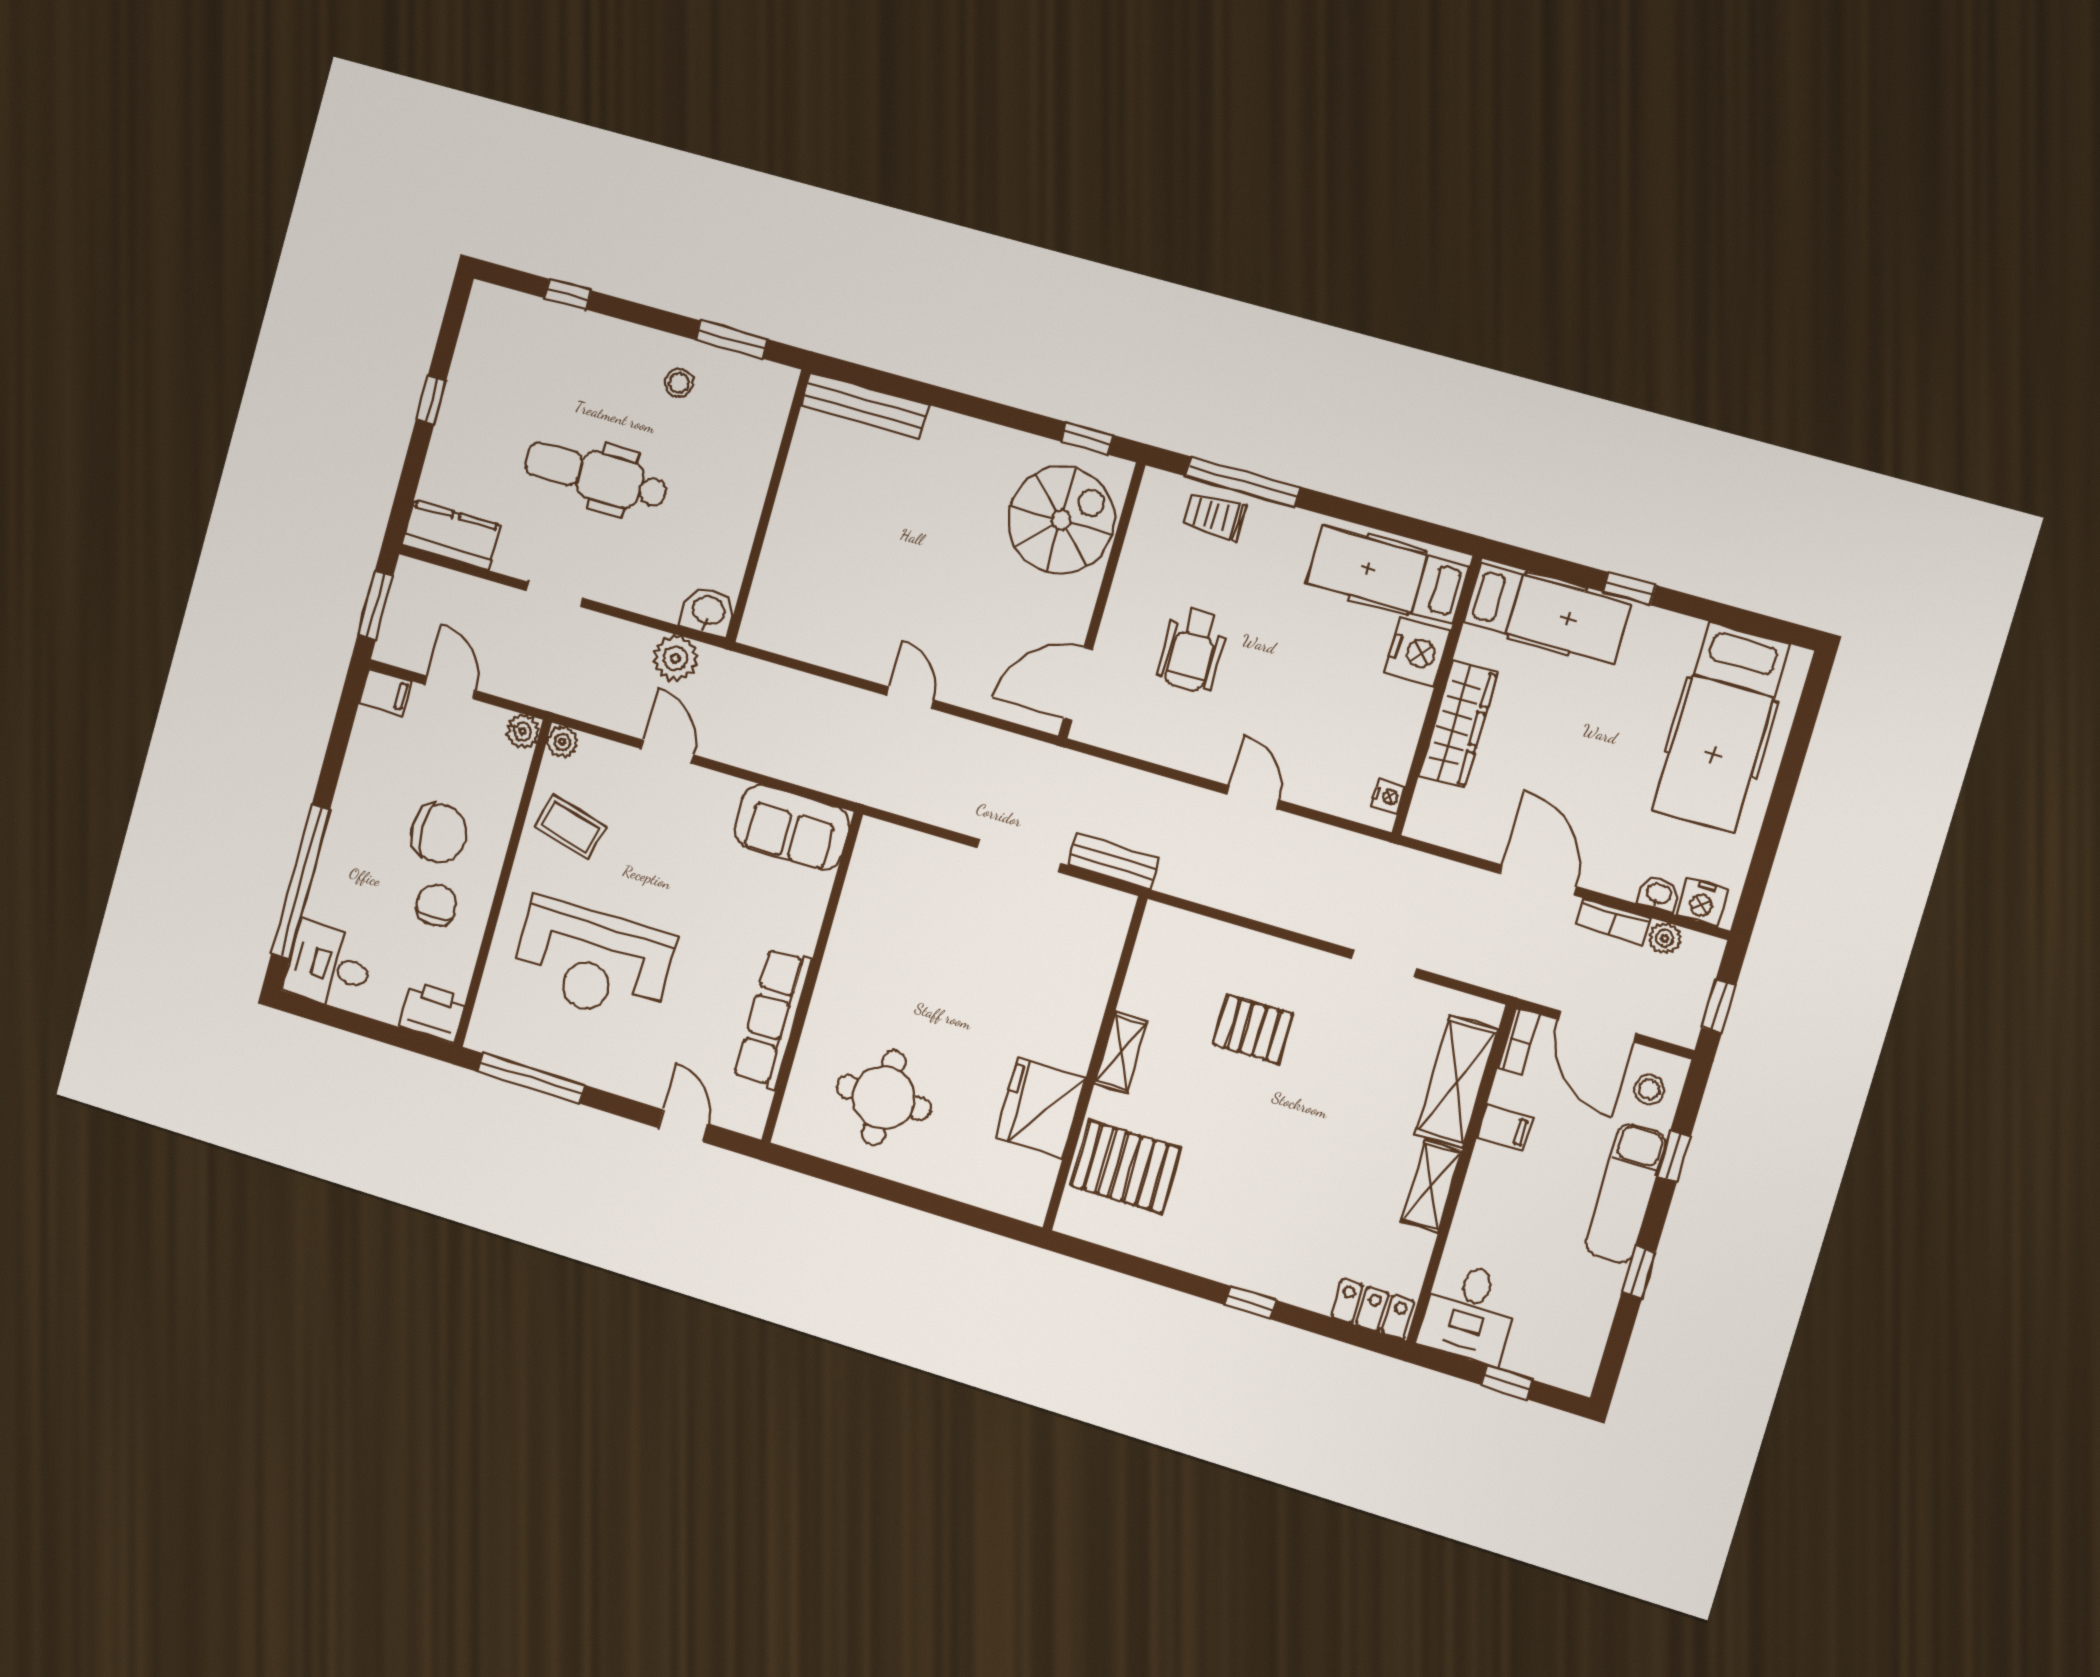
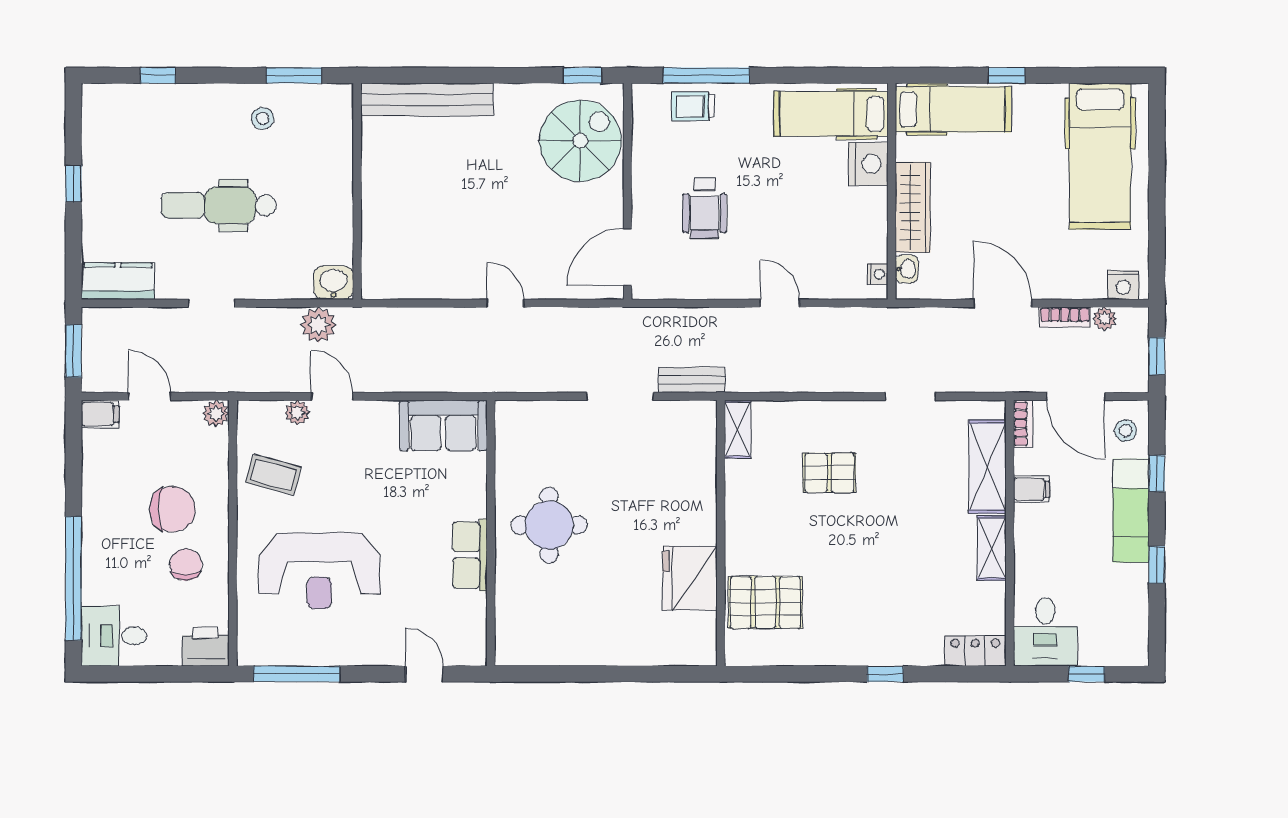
bench: (865, 406) -> (427, 100), width x1.37, depth x1.21
plant: (562, 742) -> (297, 413), moved
washbasin: (1659, 894) -> (907, 269), moved, turned 90
row of seats: (773, 1018) -> (470, 555), width x0.68
shelving: (1121, 1052) -> (738, 429), moved
round table: (884, 1098) -> (549, 525), moved

